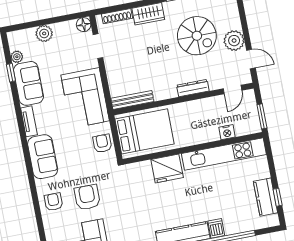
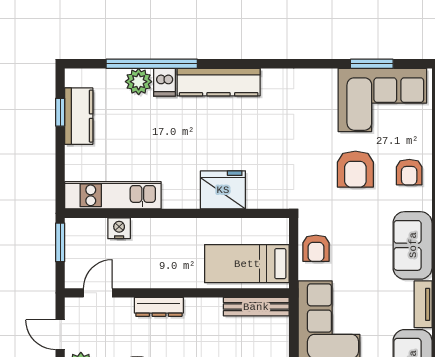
bed: (145, 131) -> (247, 264), width x0.67
kitchen unit: (224, 154) -> (113, 195), width x0.73
plant: (232, 226) -> (139, 82), added

